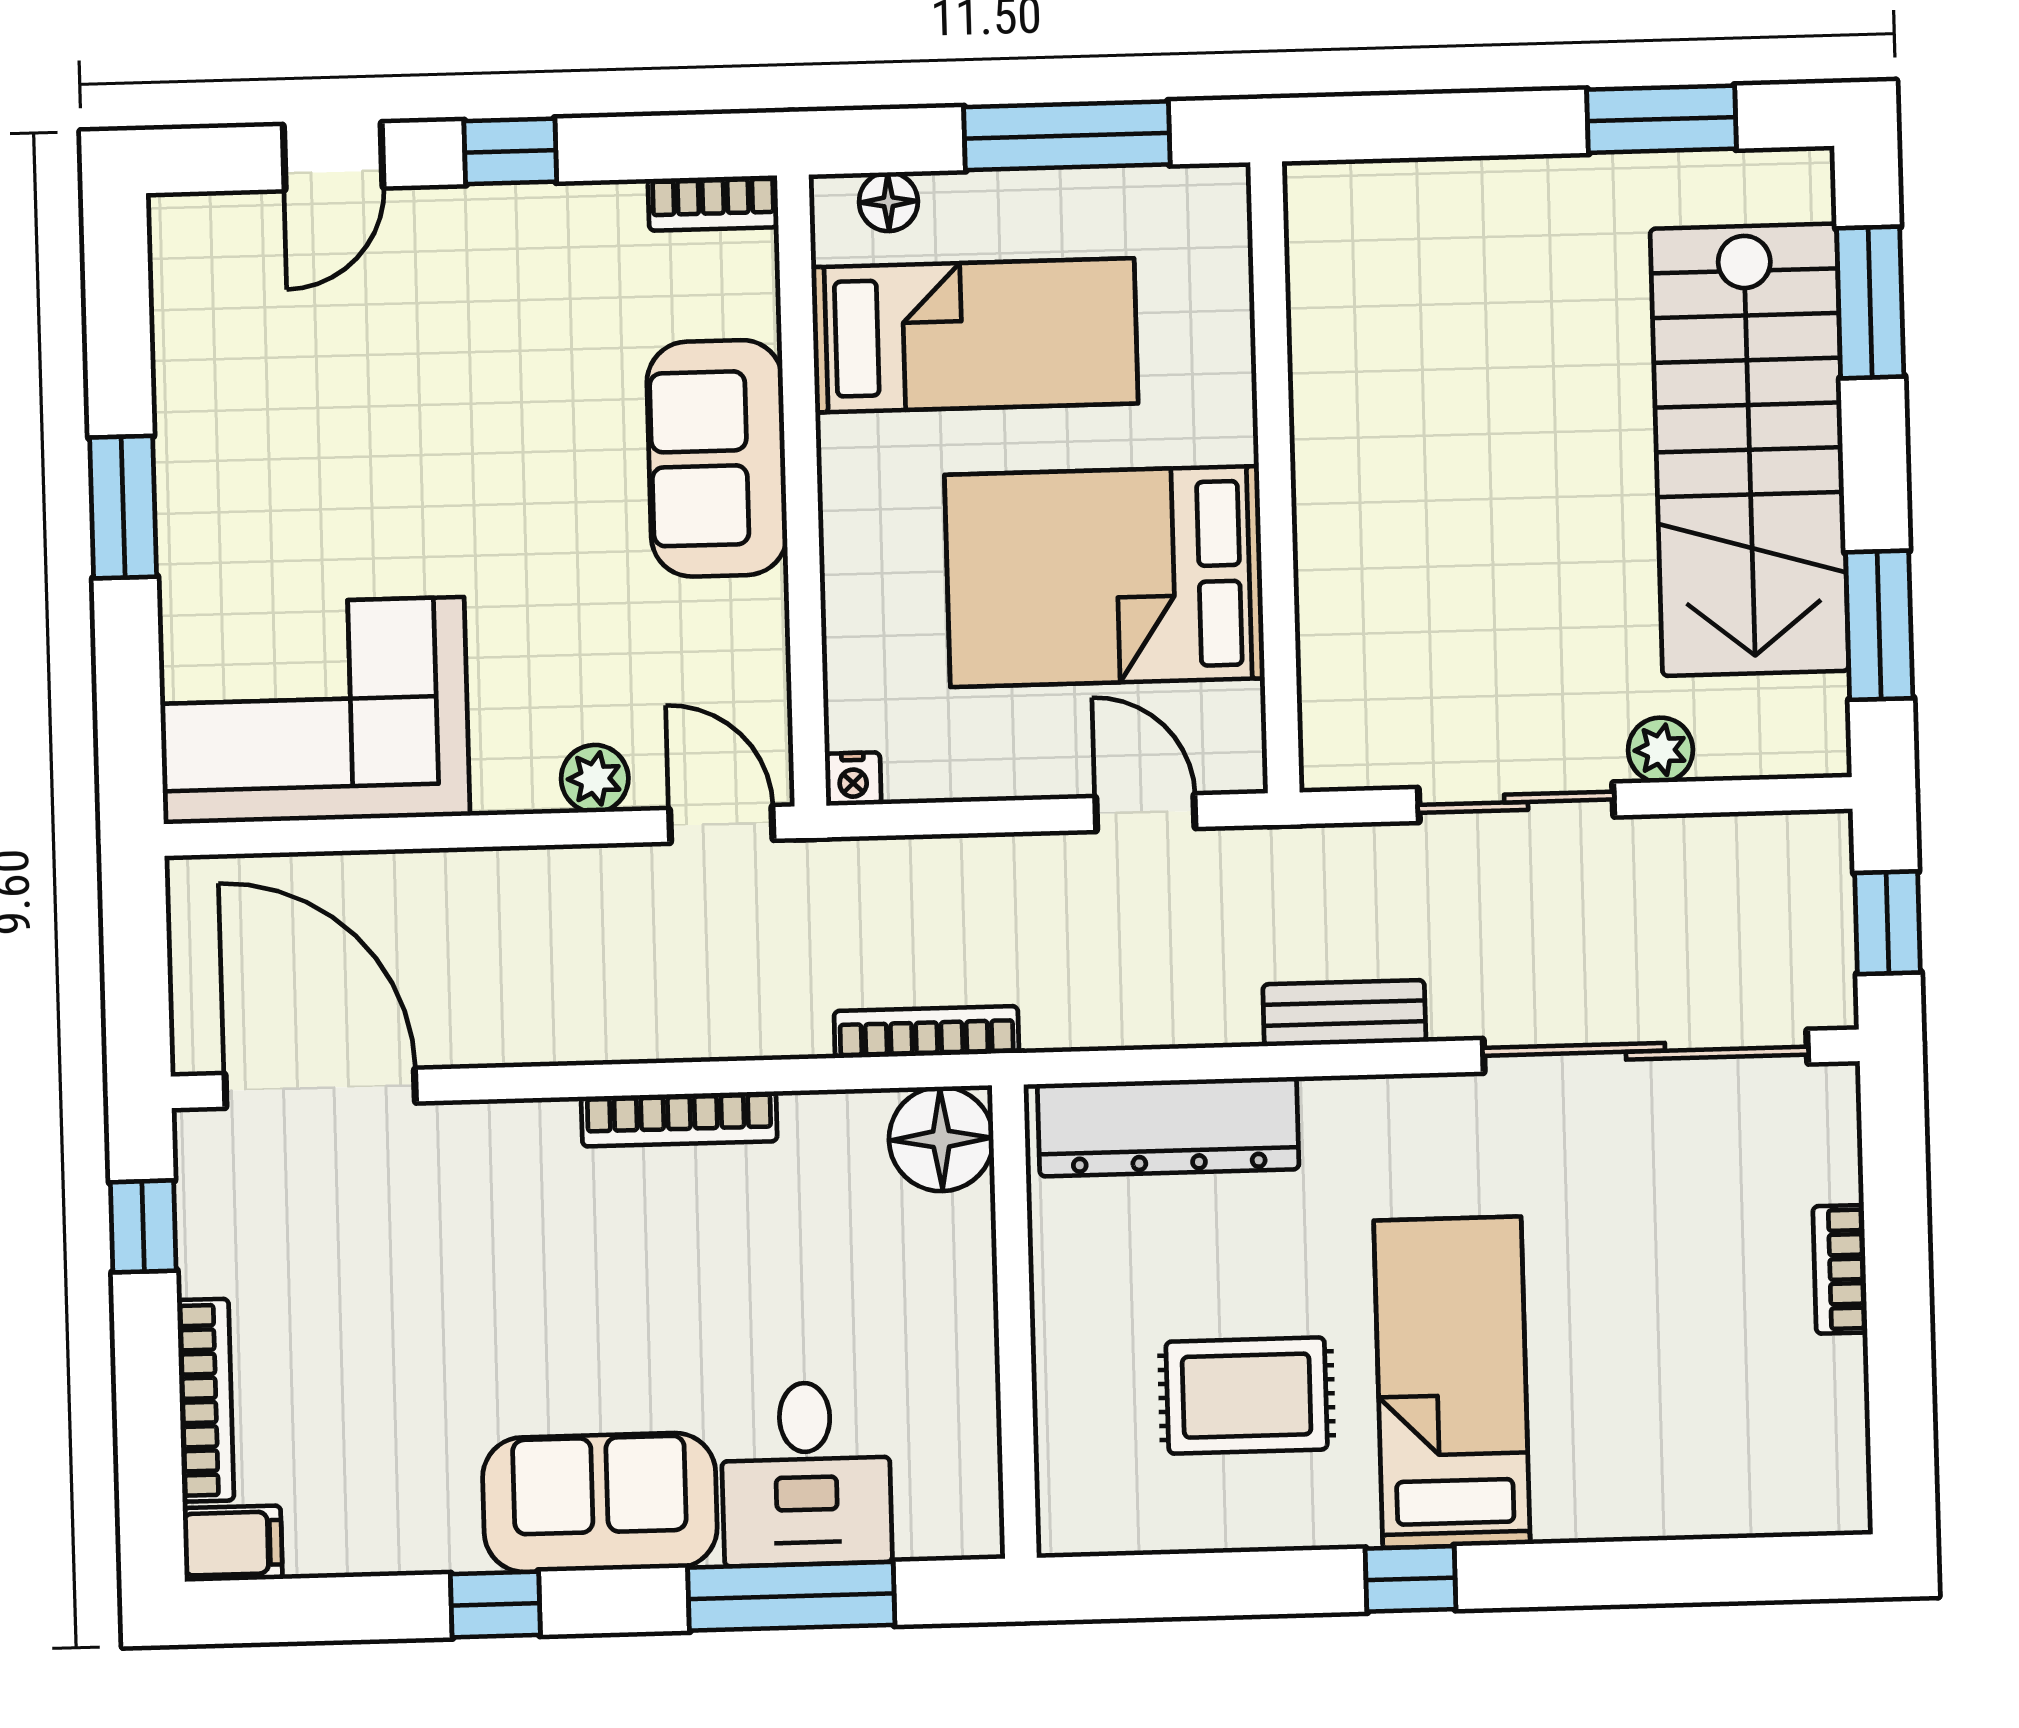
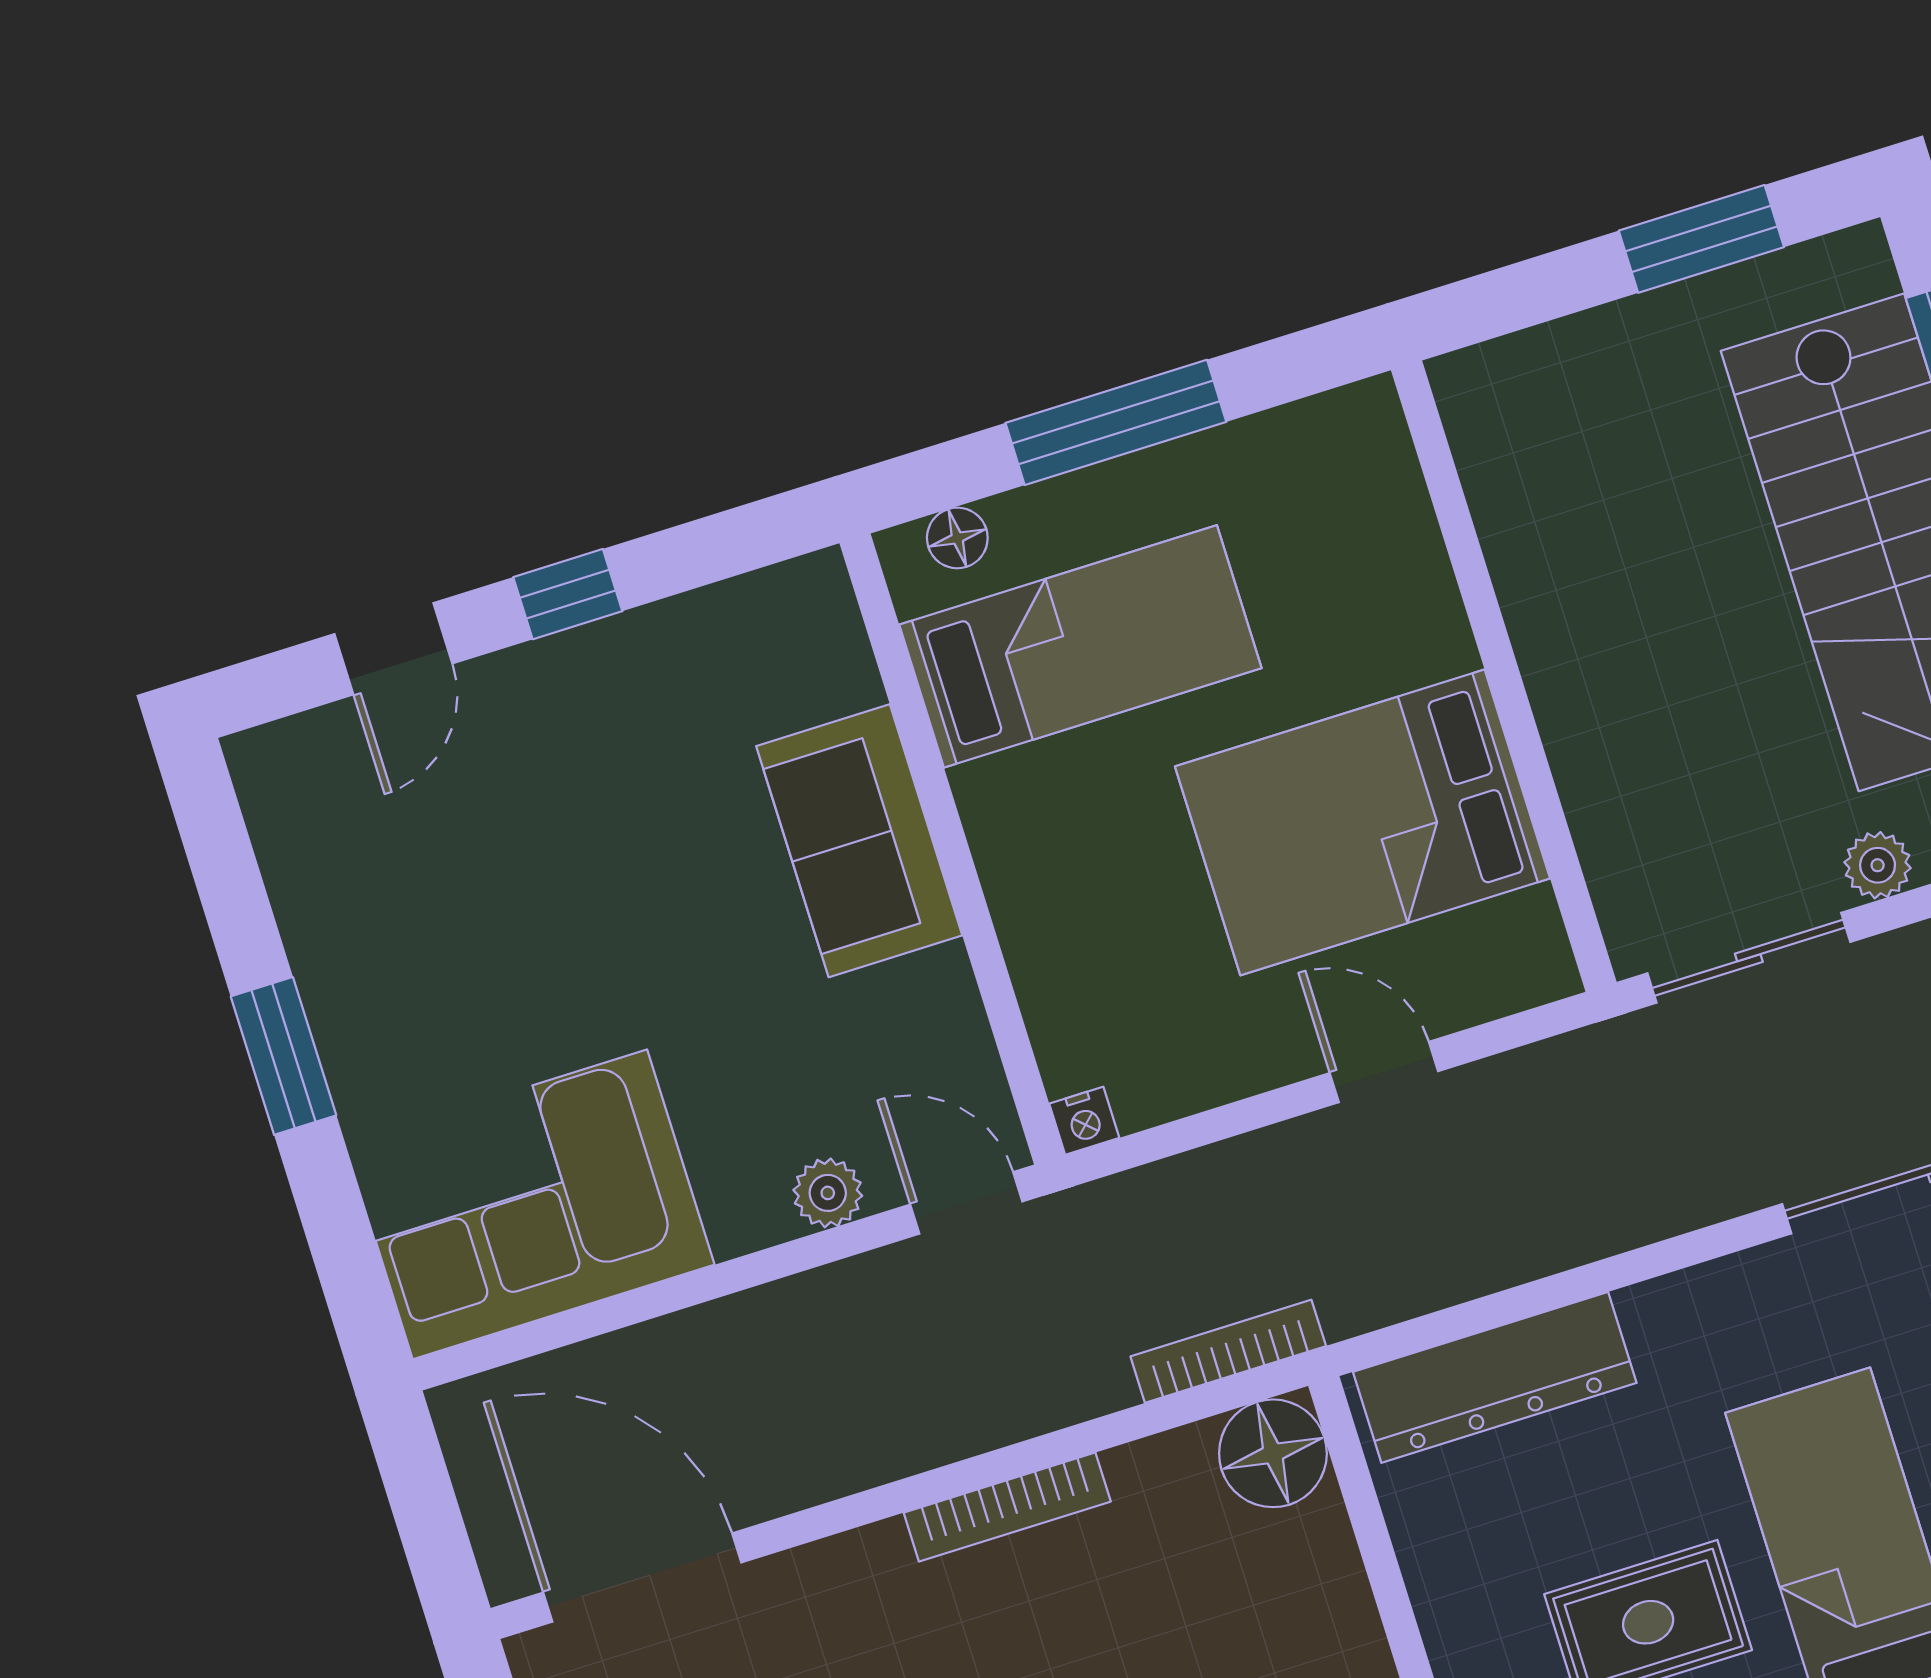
bookcase: (713, 203) -> (784, 589), removed
wall: (1275, 477) -> (1504, 676), moved
bed: (1105, 577) -> (1363, 822), moved
bench: (1344, 1013) -> (1638, 1215), removed

